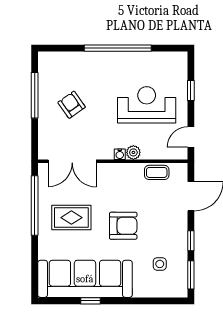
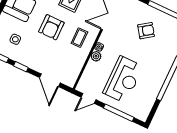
window: (191, 91) -> (119, 113), width x2.17
door: (191, 137) -> (88, 98), swing flipped
coffee table: (157, 172) -> (79, 38), moved

